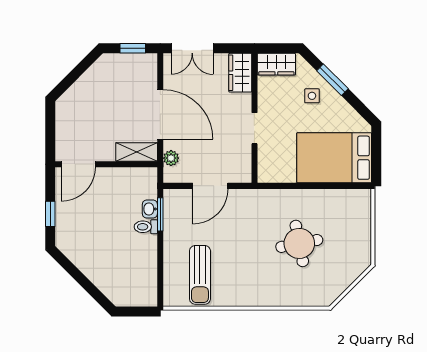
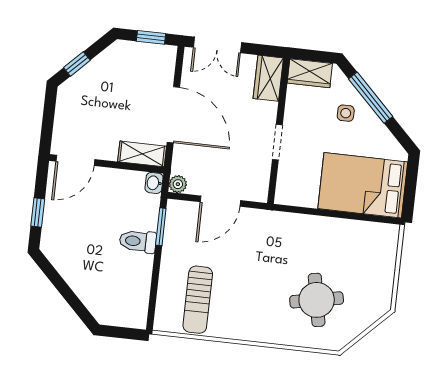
window: (70, 79) -> (77, 64), added
window: (332, 80) -> (371, 98), width x1.44
plant: (171, 158) -> (178, 184), moved
washbasin: (150, 209) -> (154, 183), moved
toilet: (146, 227) -> (138, 241), width x1.37, depth x1.39
round table: (299, 243) -> (317, 300), moved

